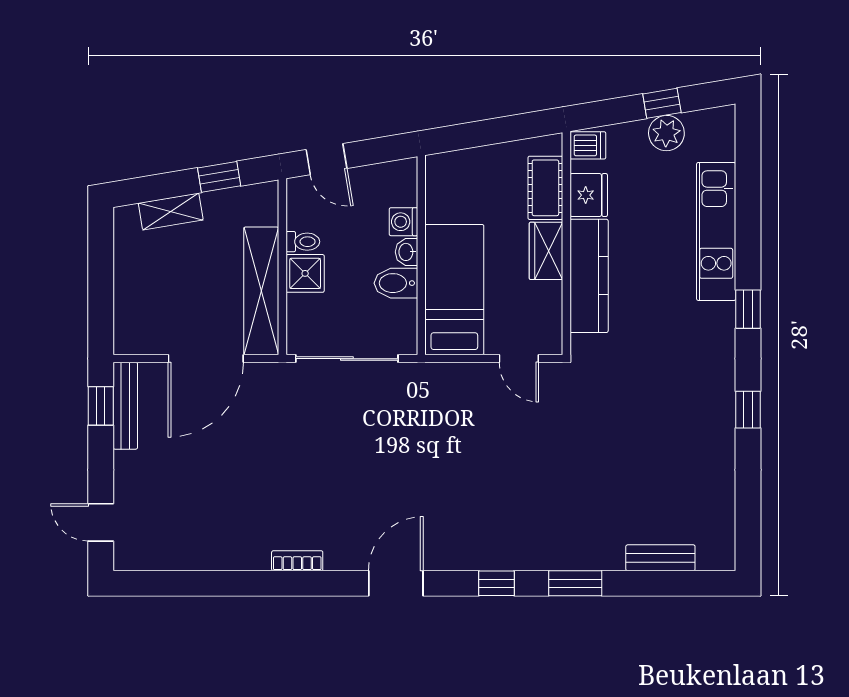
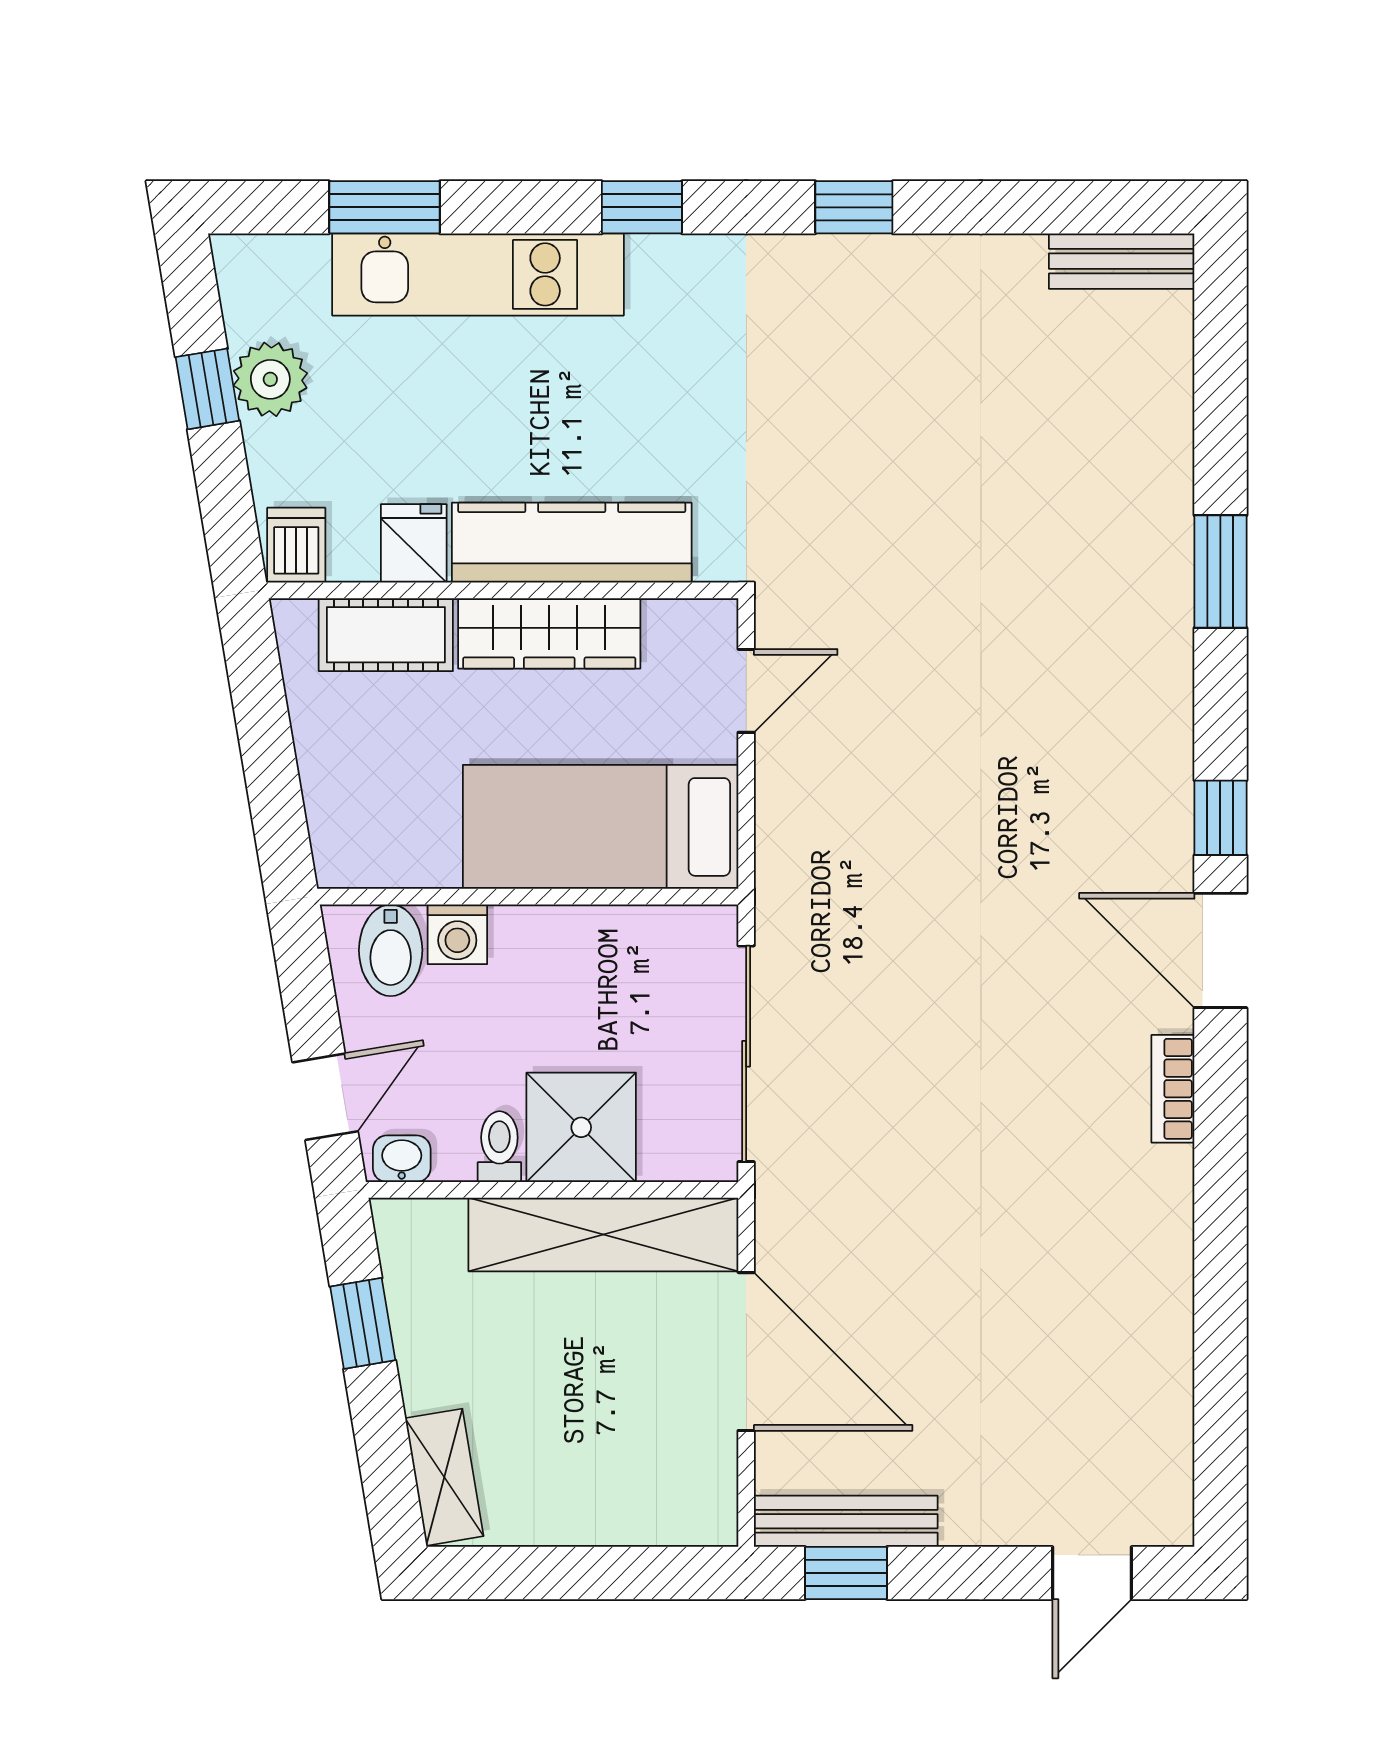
window: (748, 187) -> (385, 207), added
fridge: (589, 195) -> (414, 543), width x0.72
shelving: (171, 211) -> (444, 1477), moved
wardrobe: (546, 251) -> (549, 633), width x1.50
washbasin: (407, 252) -> (402, 1159), moved, turned 180
shower: (305, 273) -> (581, 1127), width x1.36, depth x1.36
bidet: (396, 283) -> (391, 950), moved
bench: (660, 558) -> (1122, 261), moved, turned 90
bookcase: (297, 561) -> (1173, 1089), moved
window: (497, 583) -> (1220, 818), moved

